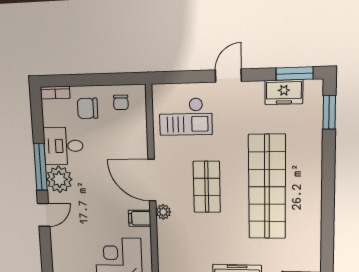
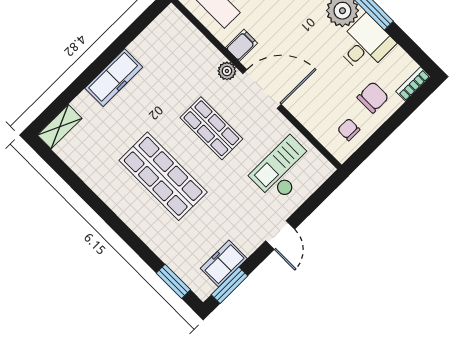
shop shelf: (267, 187) -> (163, 176), width x0.71

